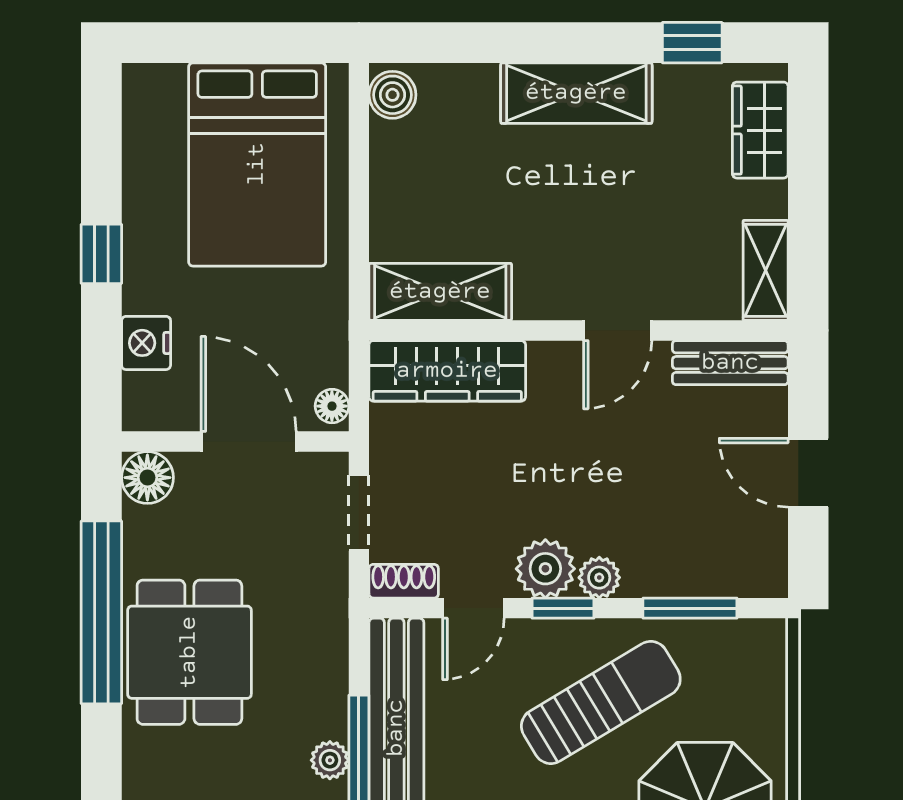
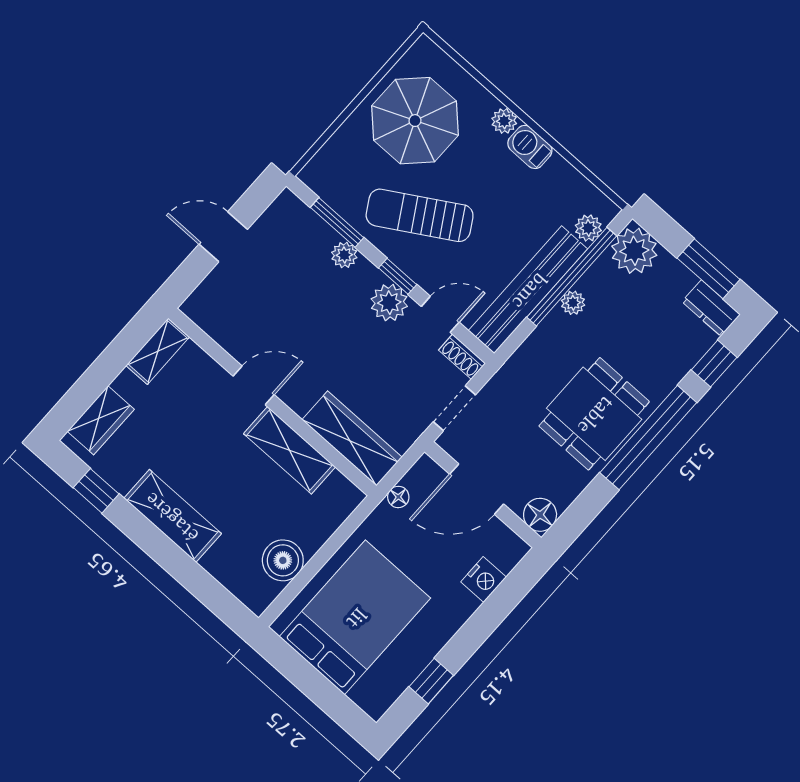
boiler: (392, 95) -> (283, 560), moved, width x1.36, depth x1.36
window: (101, 254) -> (431, 681), moved
shelving: (440, 292) -> (290, 450), moved
bench: (730, 363) -> (214, 322), removed
floor lamp: (332, 406) -> (398, 497), moved
door: (249, 442) -> (477, 489), hinge flipped
door: (808, 473) -> (223, 237), swing flipped
plant: (599, 578) -> (344, 255), moved
window: (101, 612) -> (648, 438), moved

